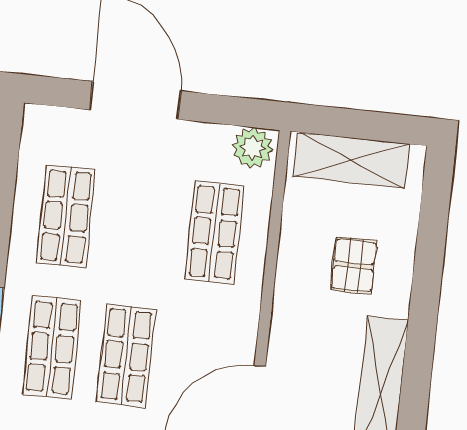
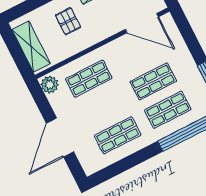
pallet: (354, 265) -> (68, 21), turned 90

